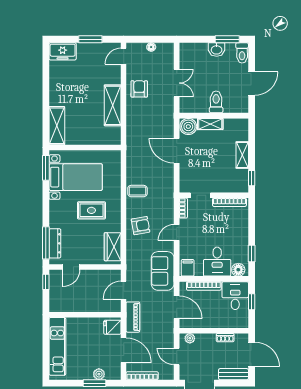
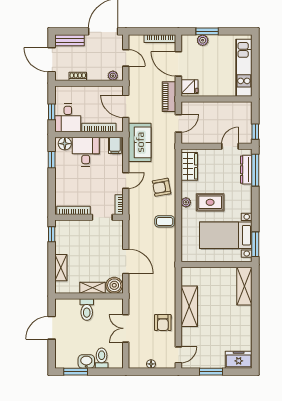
toilet: (242, 53) -> (102, 358), moved
shelving: (242, 155) -> (61, 268), moved
plant: (116, 210) -> (186, 202), added

